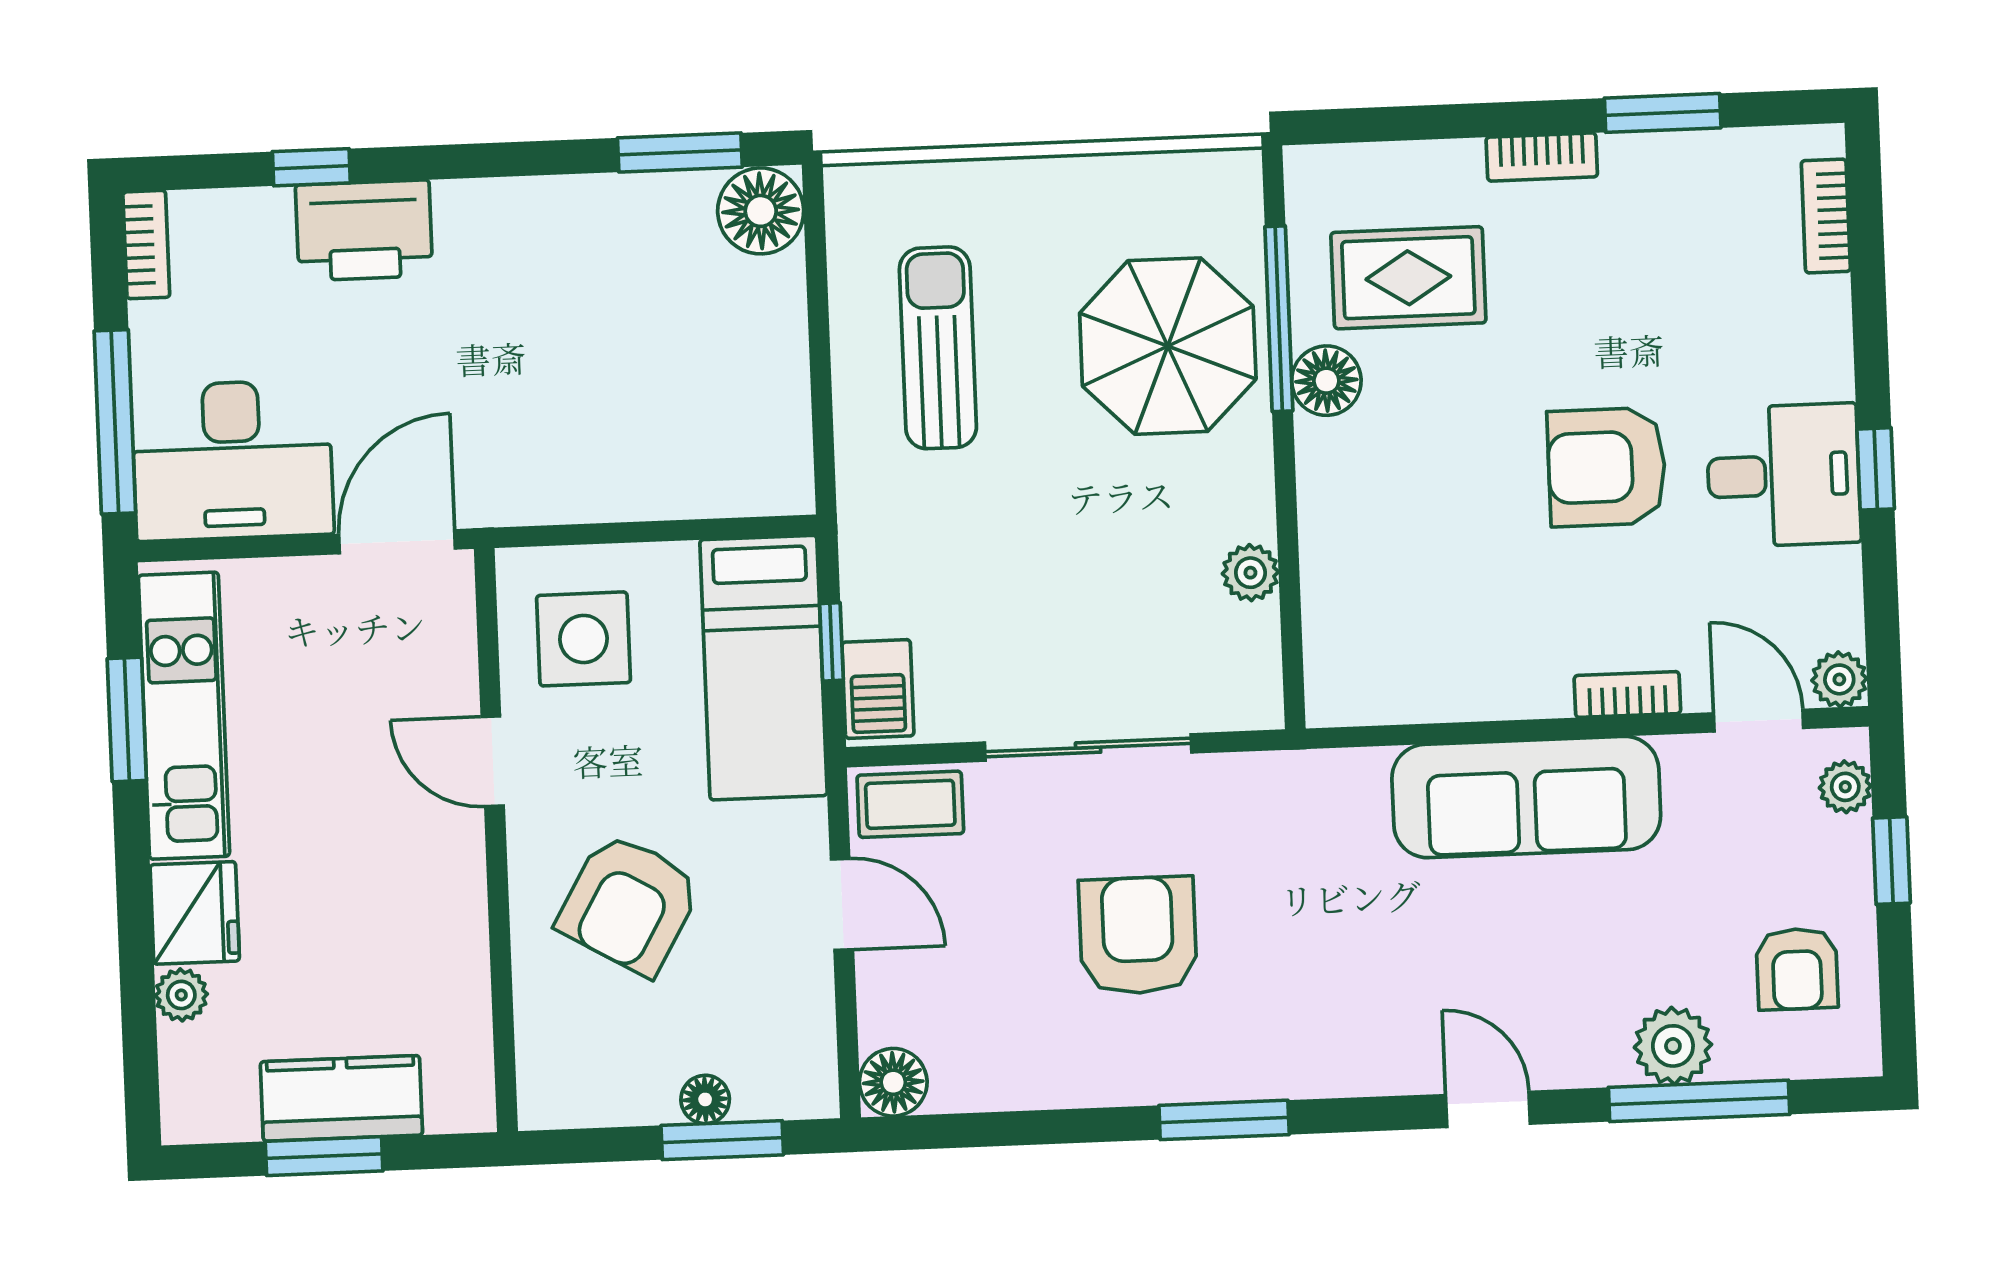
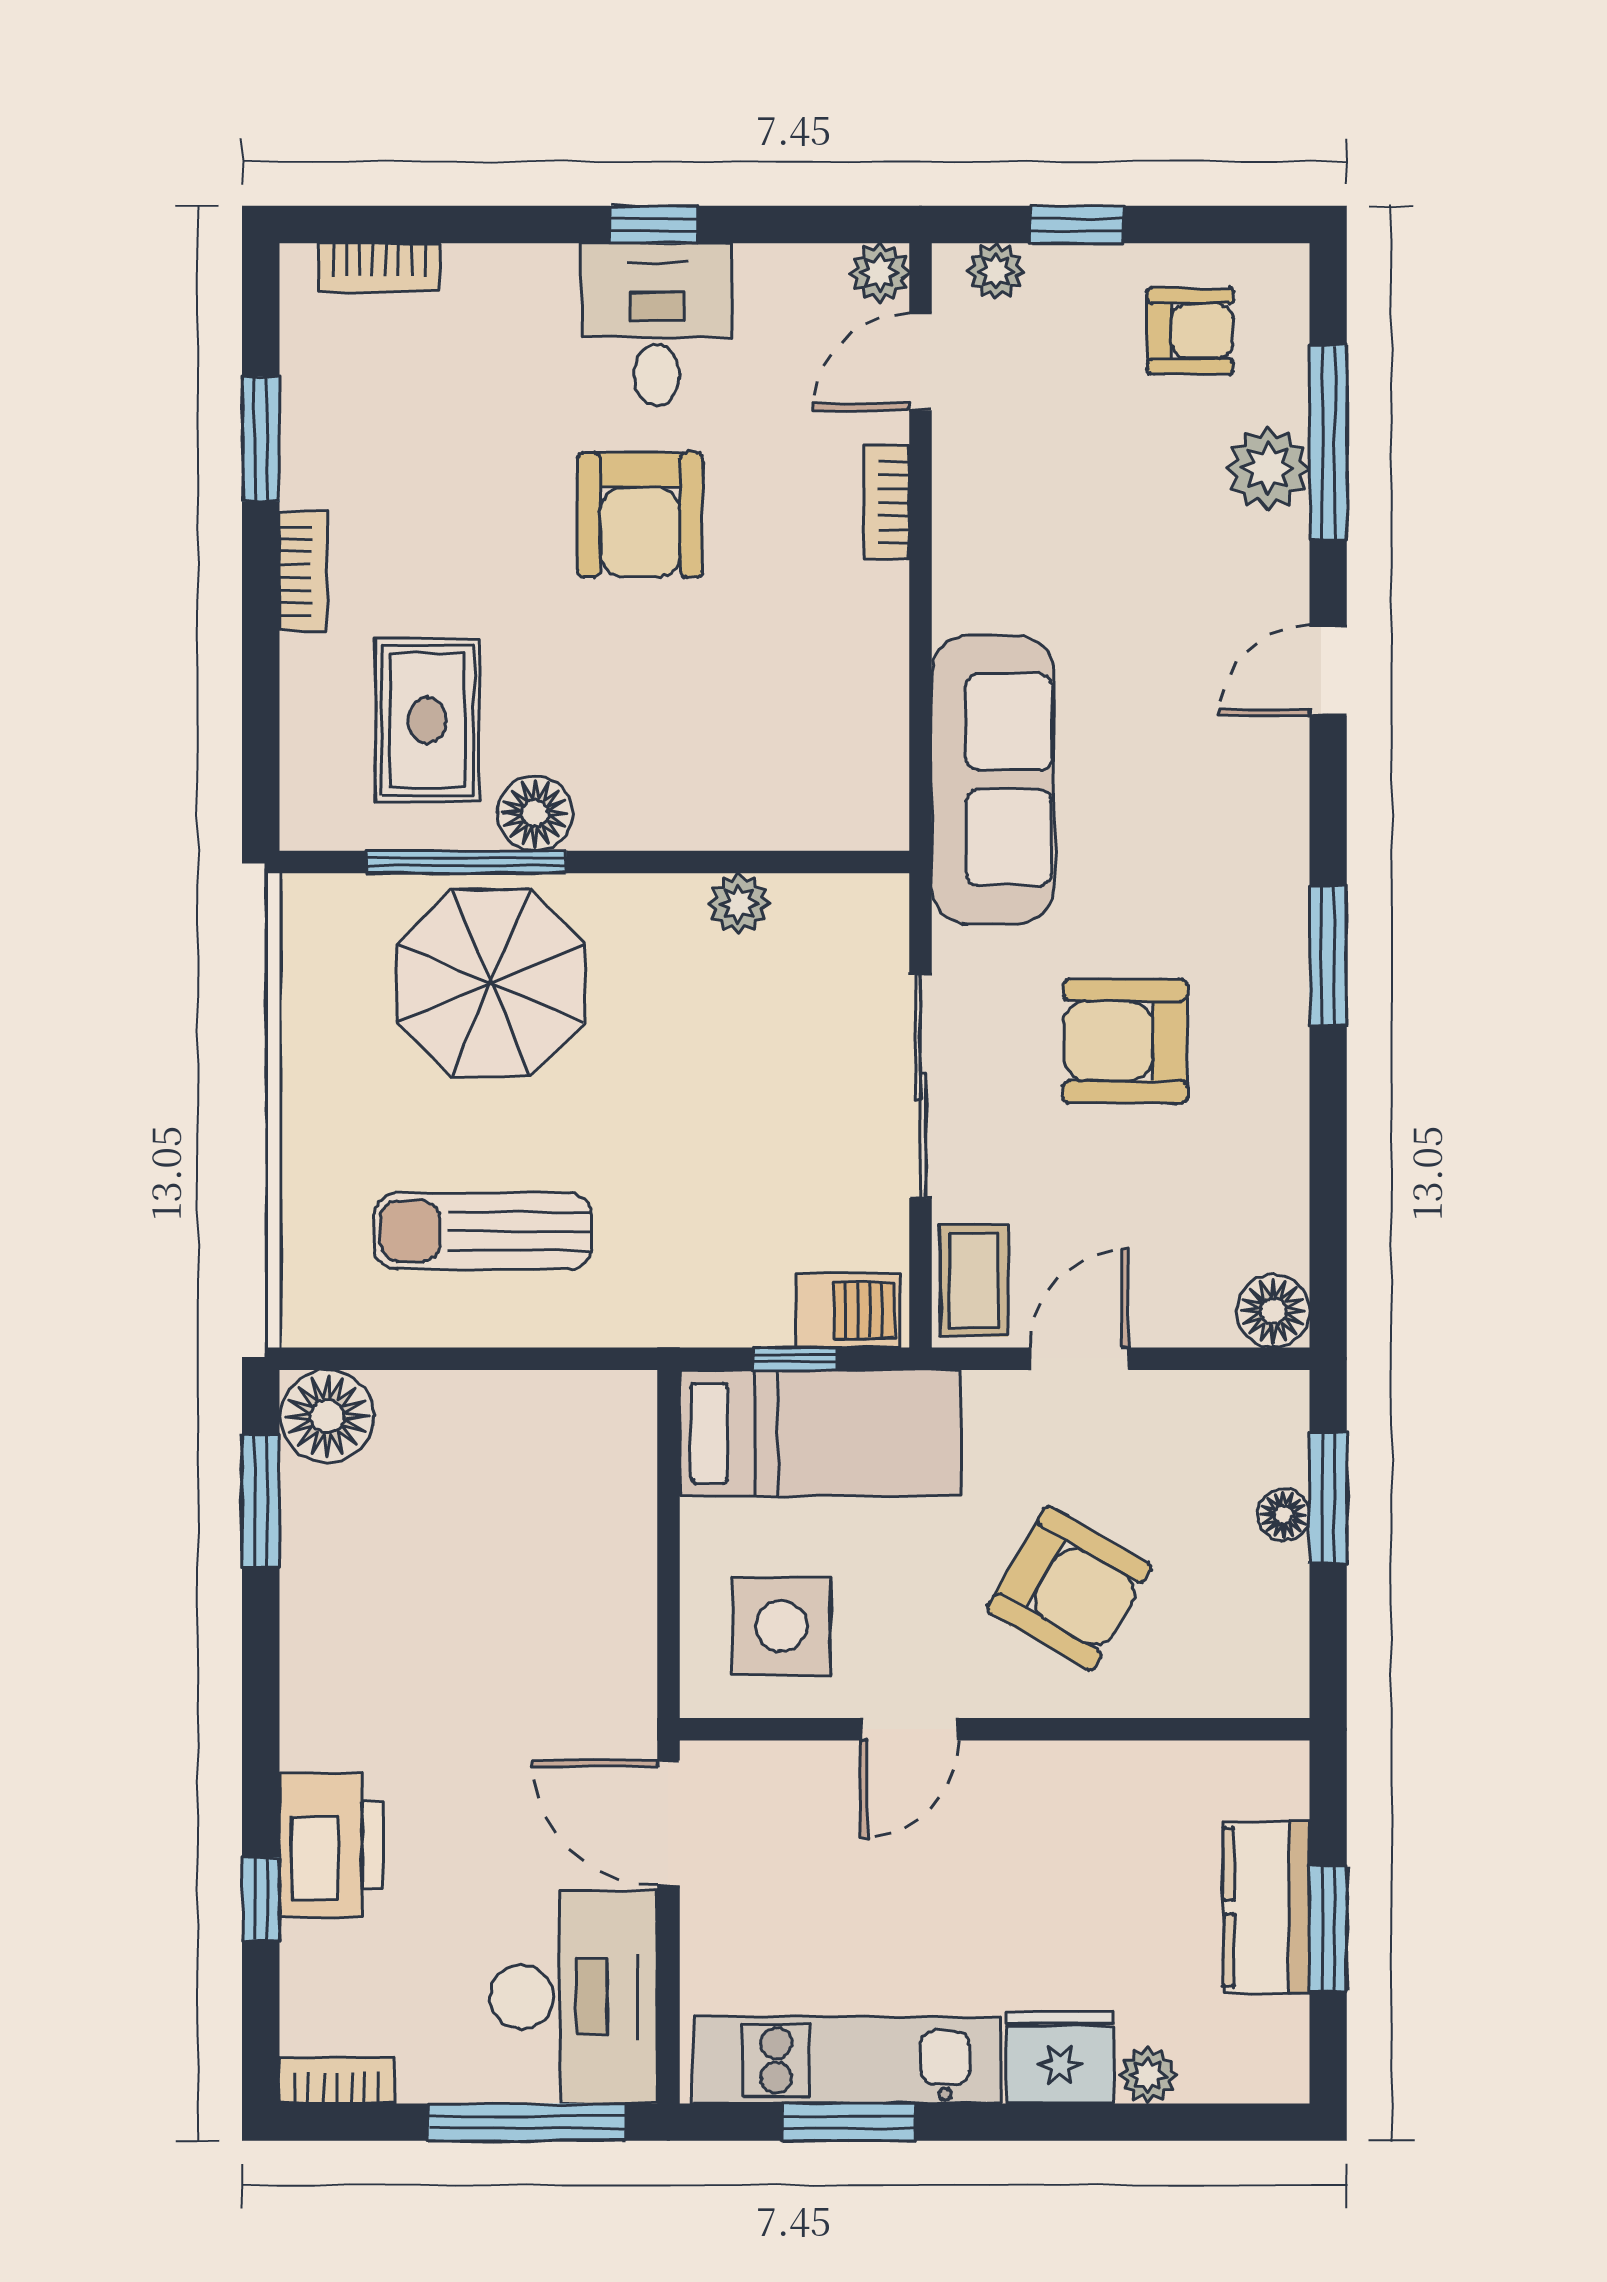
sofa: (1526, 797) -> (993, 780), moved

